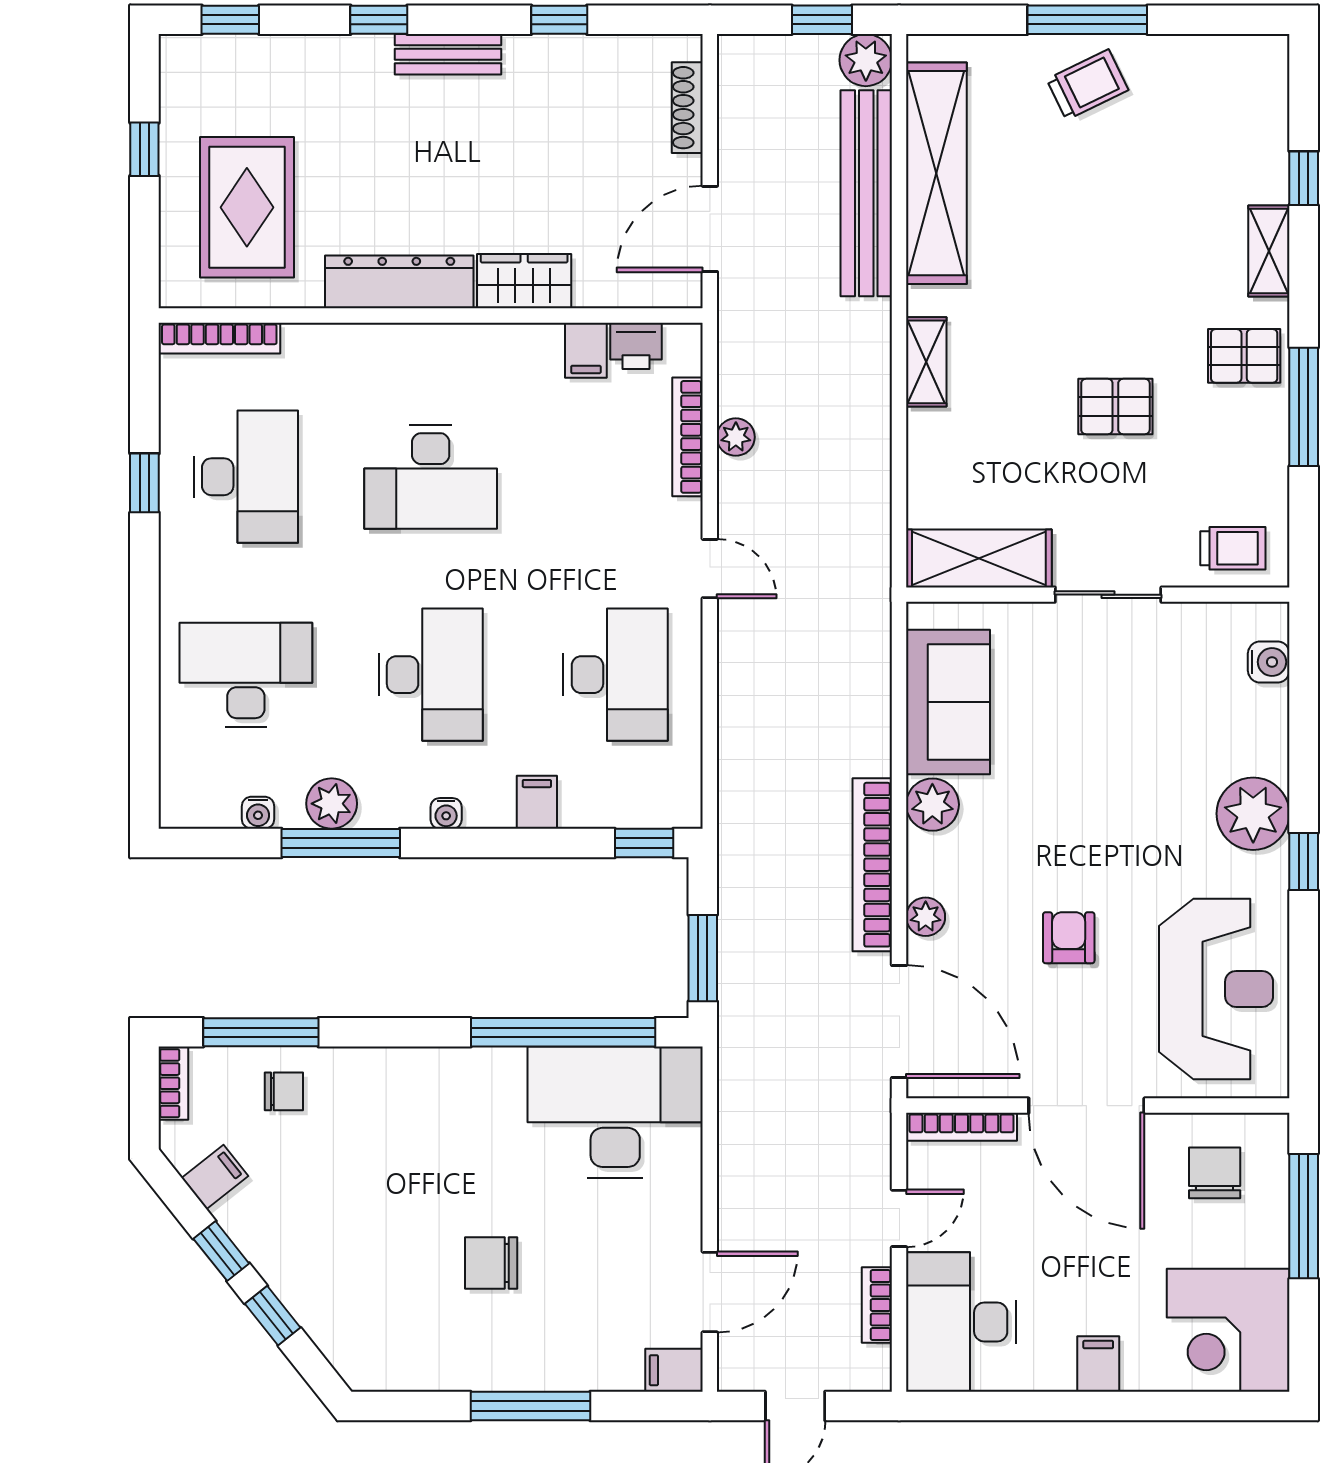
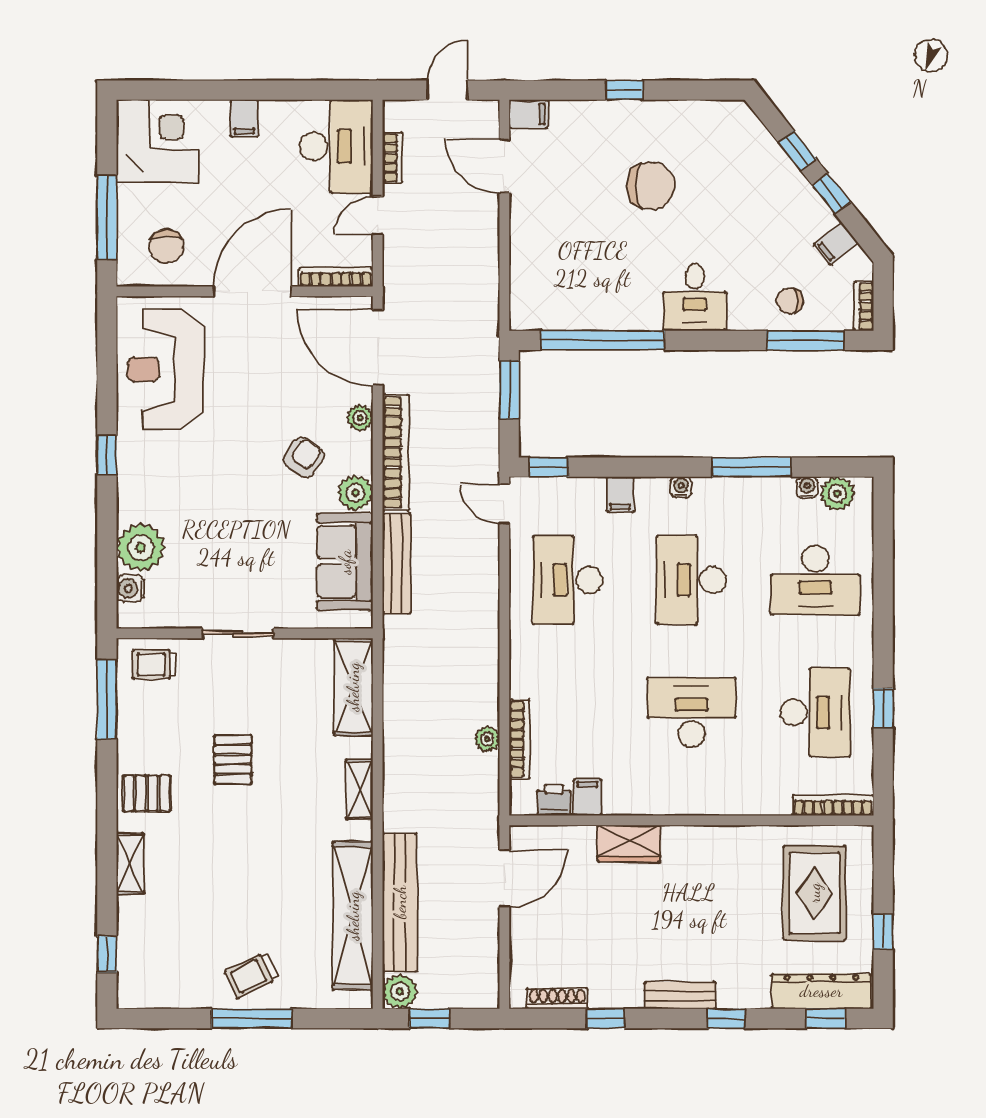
shoe rack: (687, 108) -> (557, 999), moved, turned -90
window: (1304, 178) -> (107, 954), moved
dresser: (399, 282) -> (821, 991), moved, turned 180
pallet: (1115, 406) -> (233, 759), turned 90
window: (1304, 407) -> (107, 699), moved
desk: (246, 477) -> (815, 712), turned 180
shelving: (979, 558) -> (353, 687), moved, turned 90
door: (710, 569) -> (504, 504), moved
bench: (871, 699) -> (397, 563), added
plant: (332, 804) -> (837, 494), moved
plant: (1253, 814) -> (141, 548), moved
armchair: (1069, 938) -> (304, 458), moved, turned -146
door: (1086, 1106) -> (252, 291), hinge flipped
desk: (615, 1112) -> (695, 297), moved, width x0.53, depth x0.77
chair: (491, 1263) -> (651, 186), width x1.37, depth x1.37
door: (710, 1292) -> (504, 166), hinge flipped
window: (530, 1406) -> (625, 90), width x0.46

